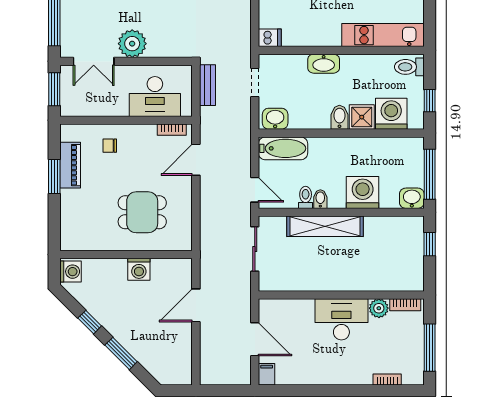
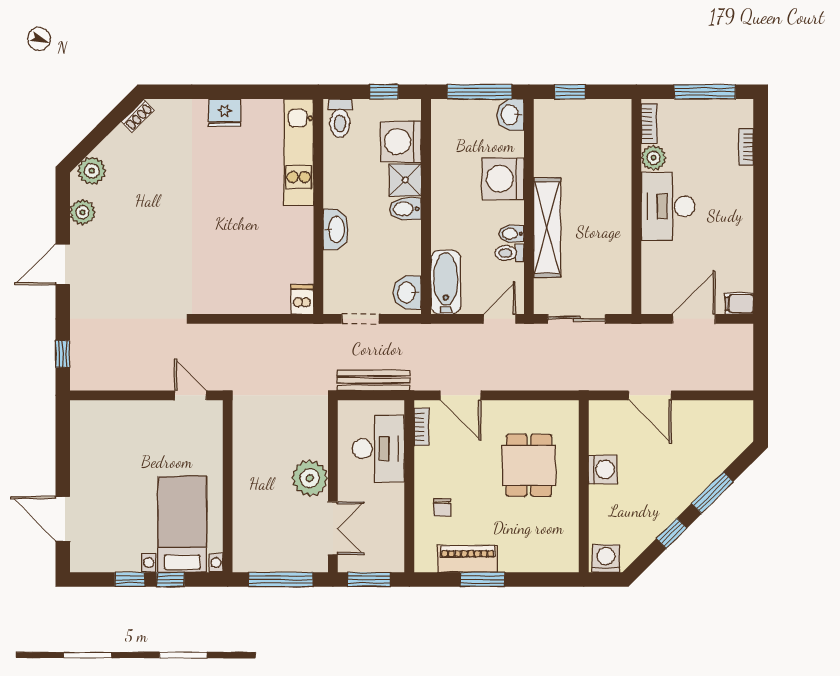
bench: (207, 85) -> (373, 380), width x1.36

